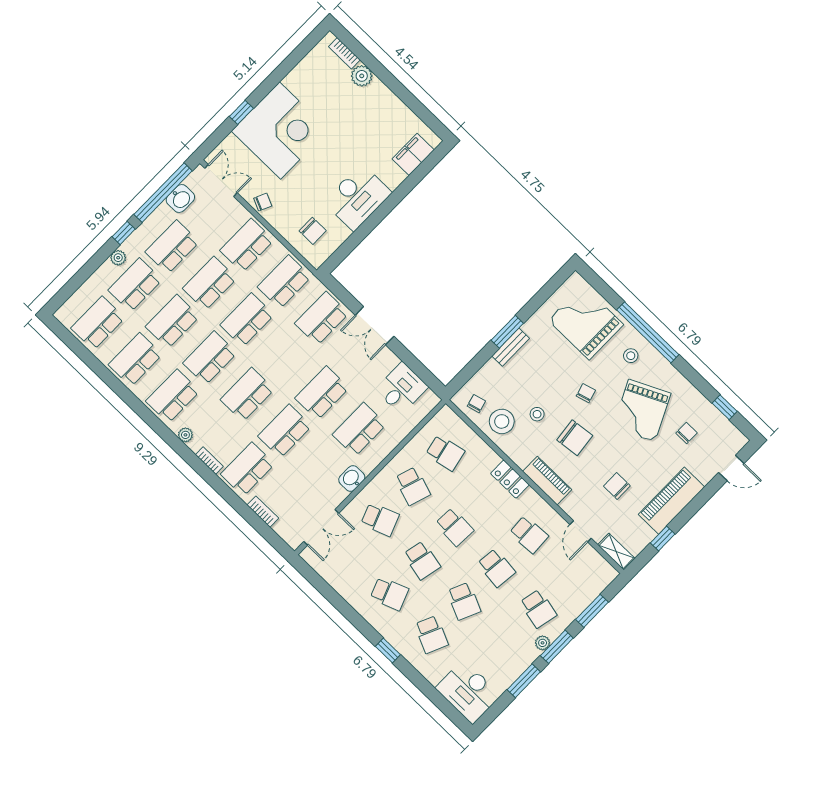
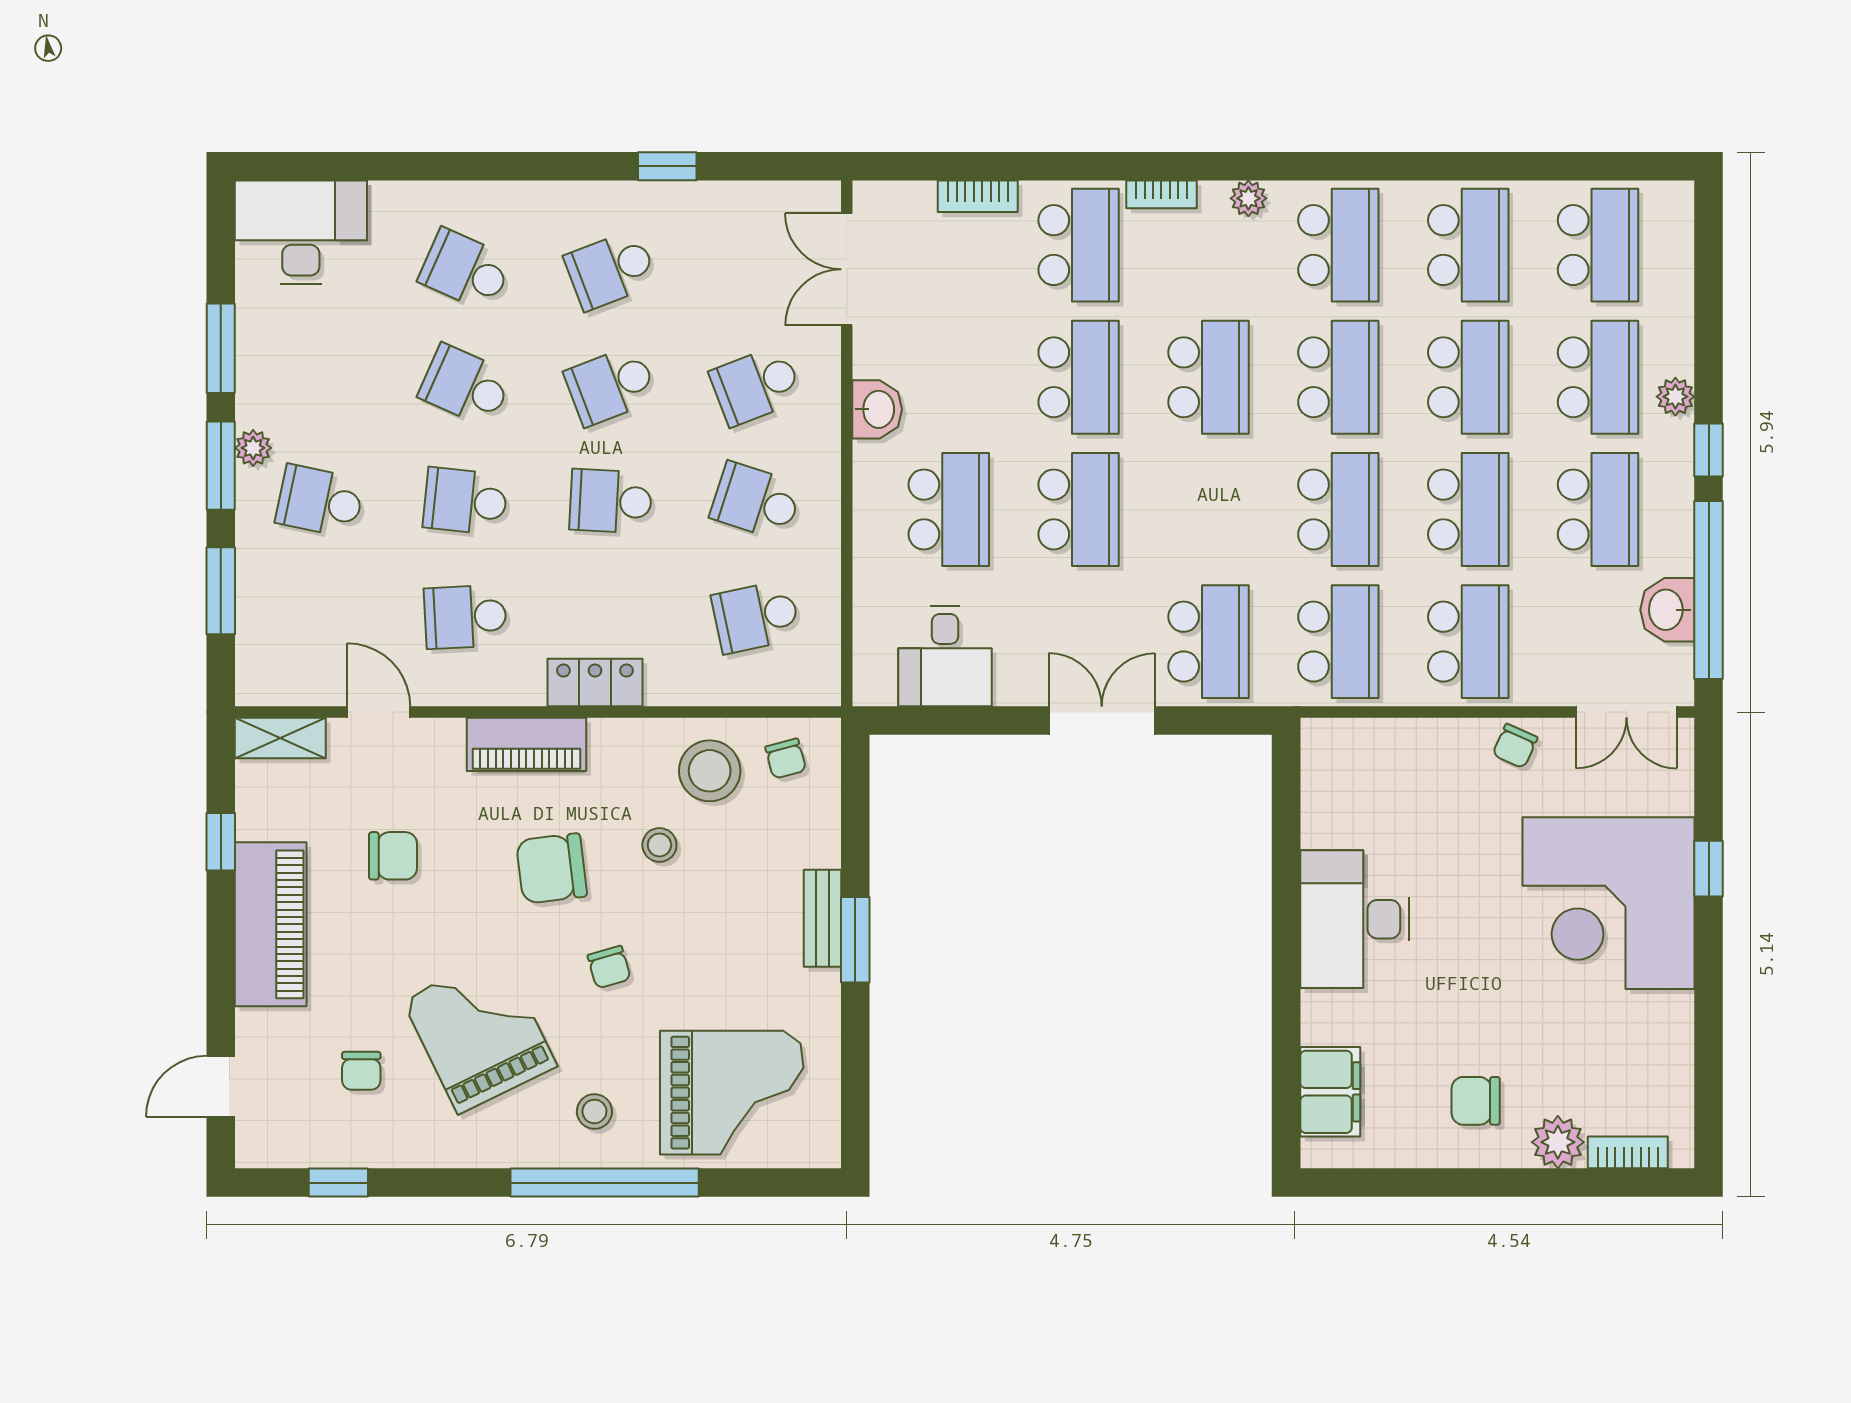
chair: (313, 231) -> (1476, 1101), moved
school desk: (422, 560) -> (611, 386), turned -33
window: (388, 651) -> (667, 166), moved

